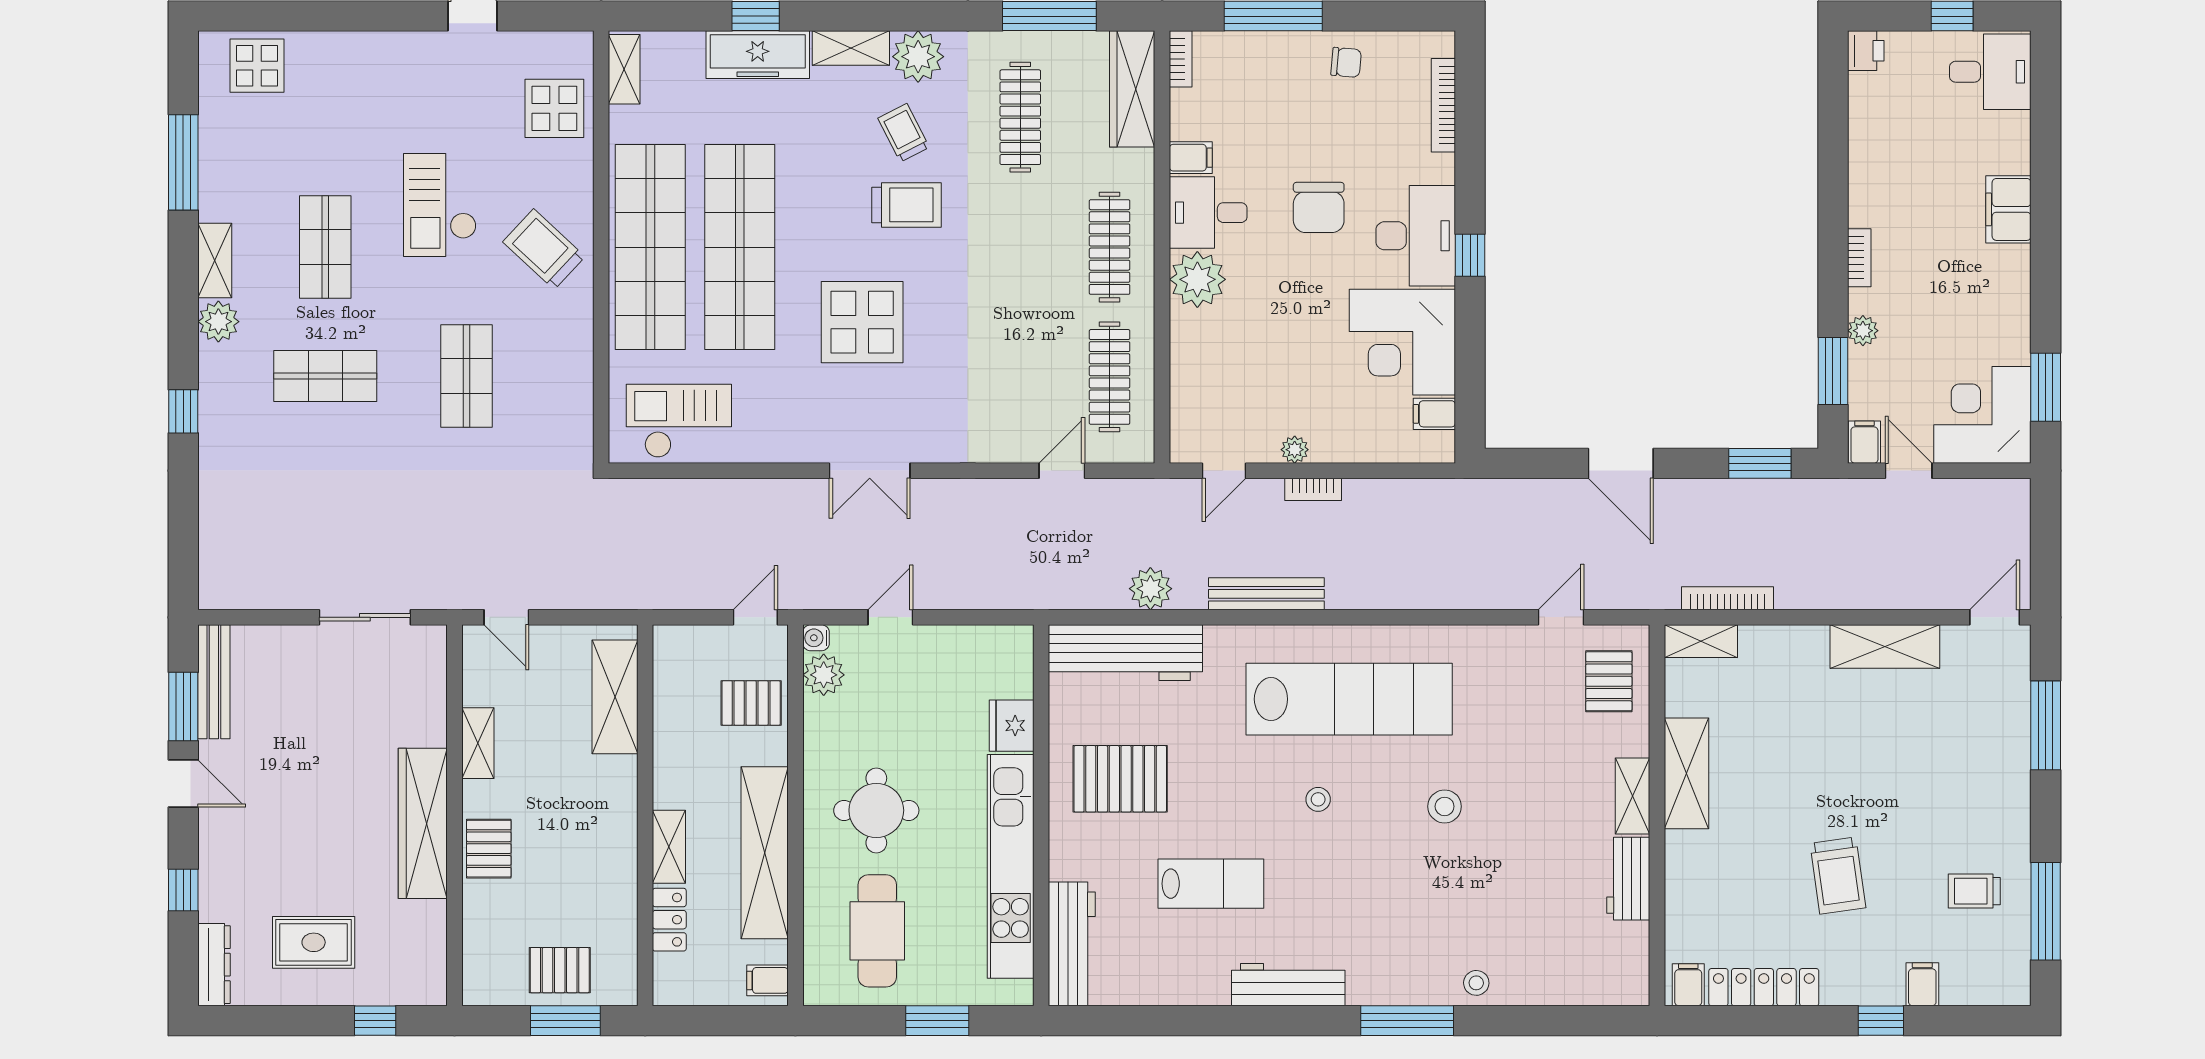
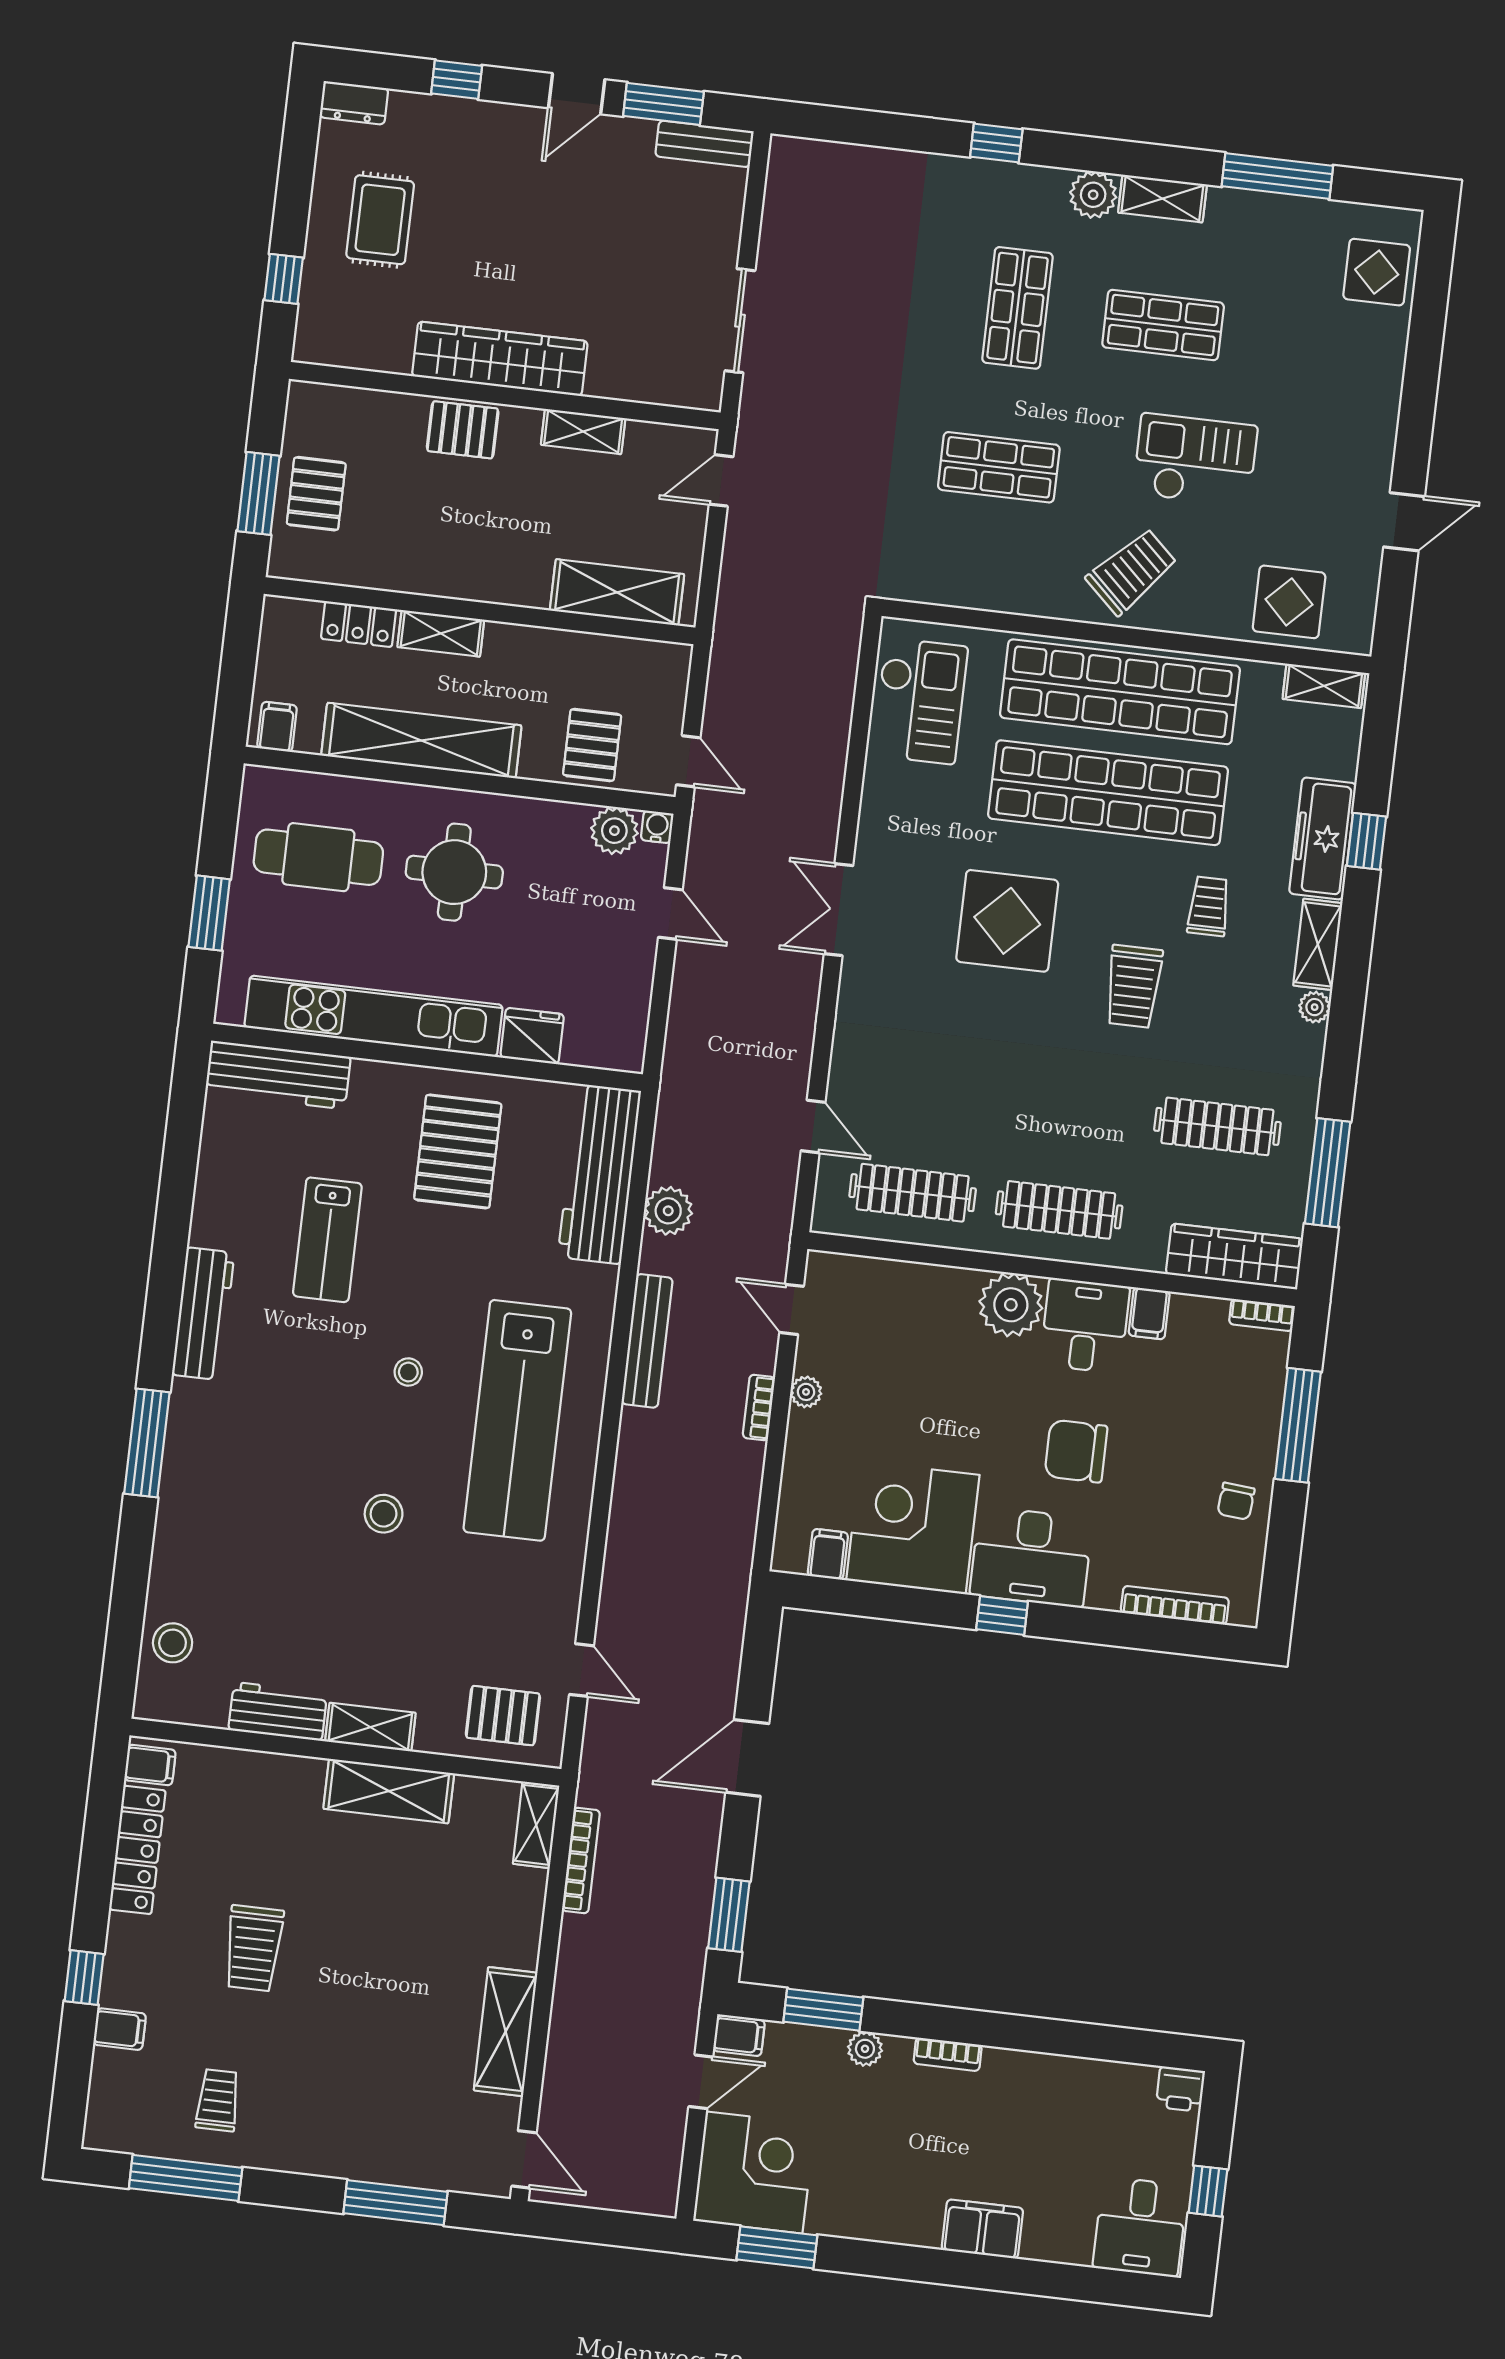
plant: (918, 57) -> (1315, 1007), width x0.53, depth x0.53
trolley: (904, 133) -> (1209, 906), moved, turned -63
bench: (214, 682) -> (704, 144), width x0.73
trolley: (1838, 876) -> (253, 1948), turned -82
dresser: (214, 965) -> (354, 103), width x0.70
stool: (1476, 983) -> (173, 1643), moved, width x1.37, depth x1.37

